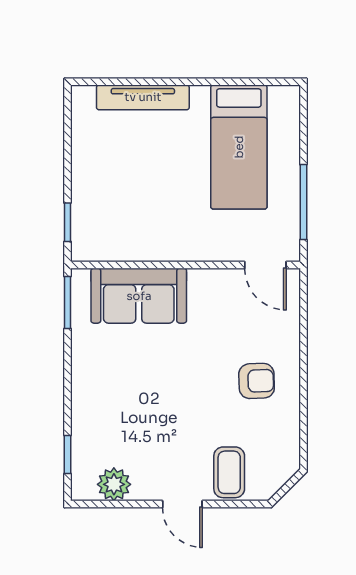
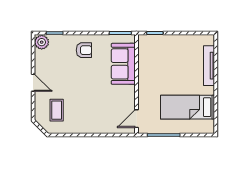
armchair: (257, 381) -> (84, 50), moved, turned -88
coffee table: (229, 472) -> (57, 110), moved, turned 90
plant: (114, 484) -> (42, 42), moved
door: (182, 504) -> (33, 83), swing flipped

